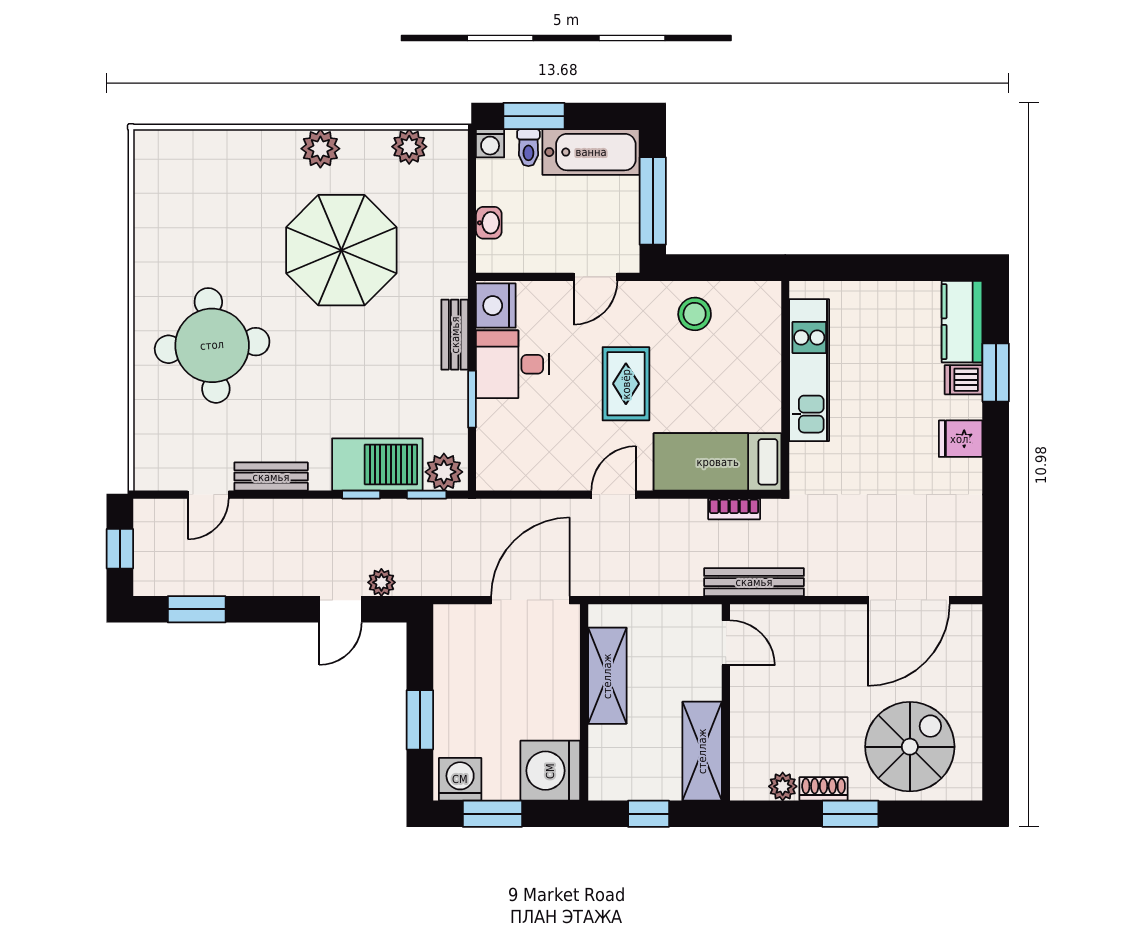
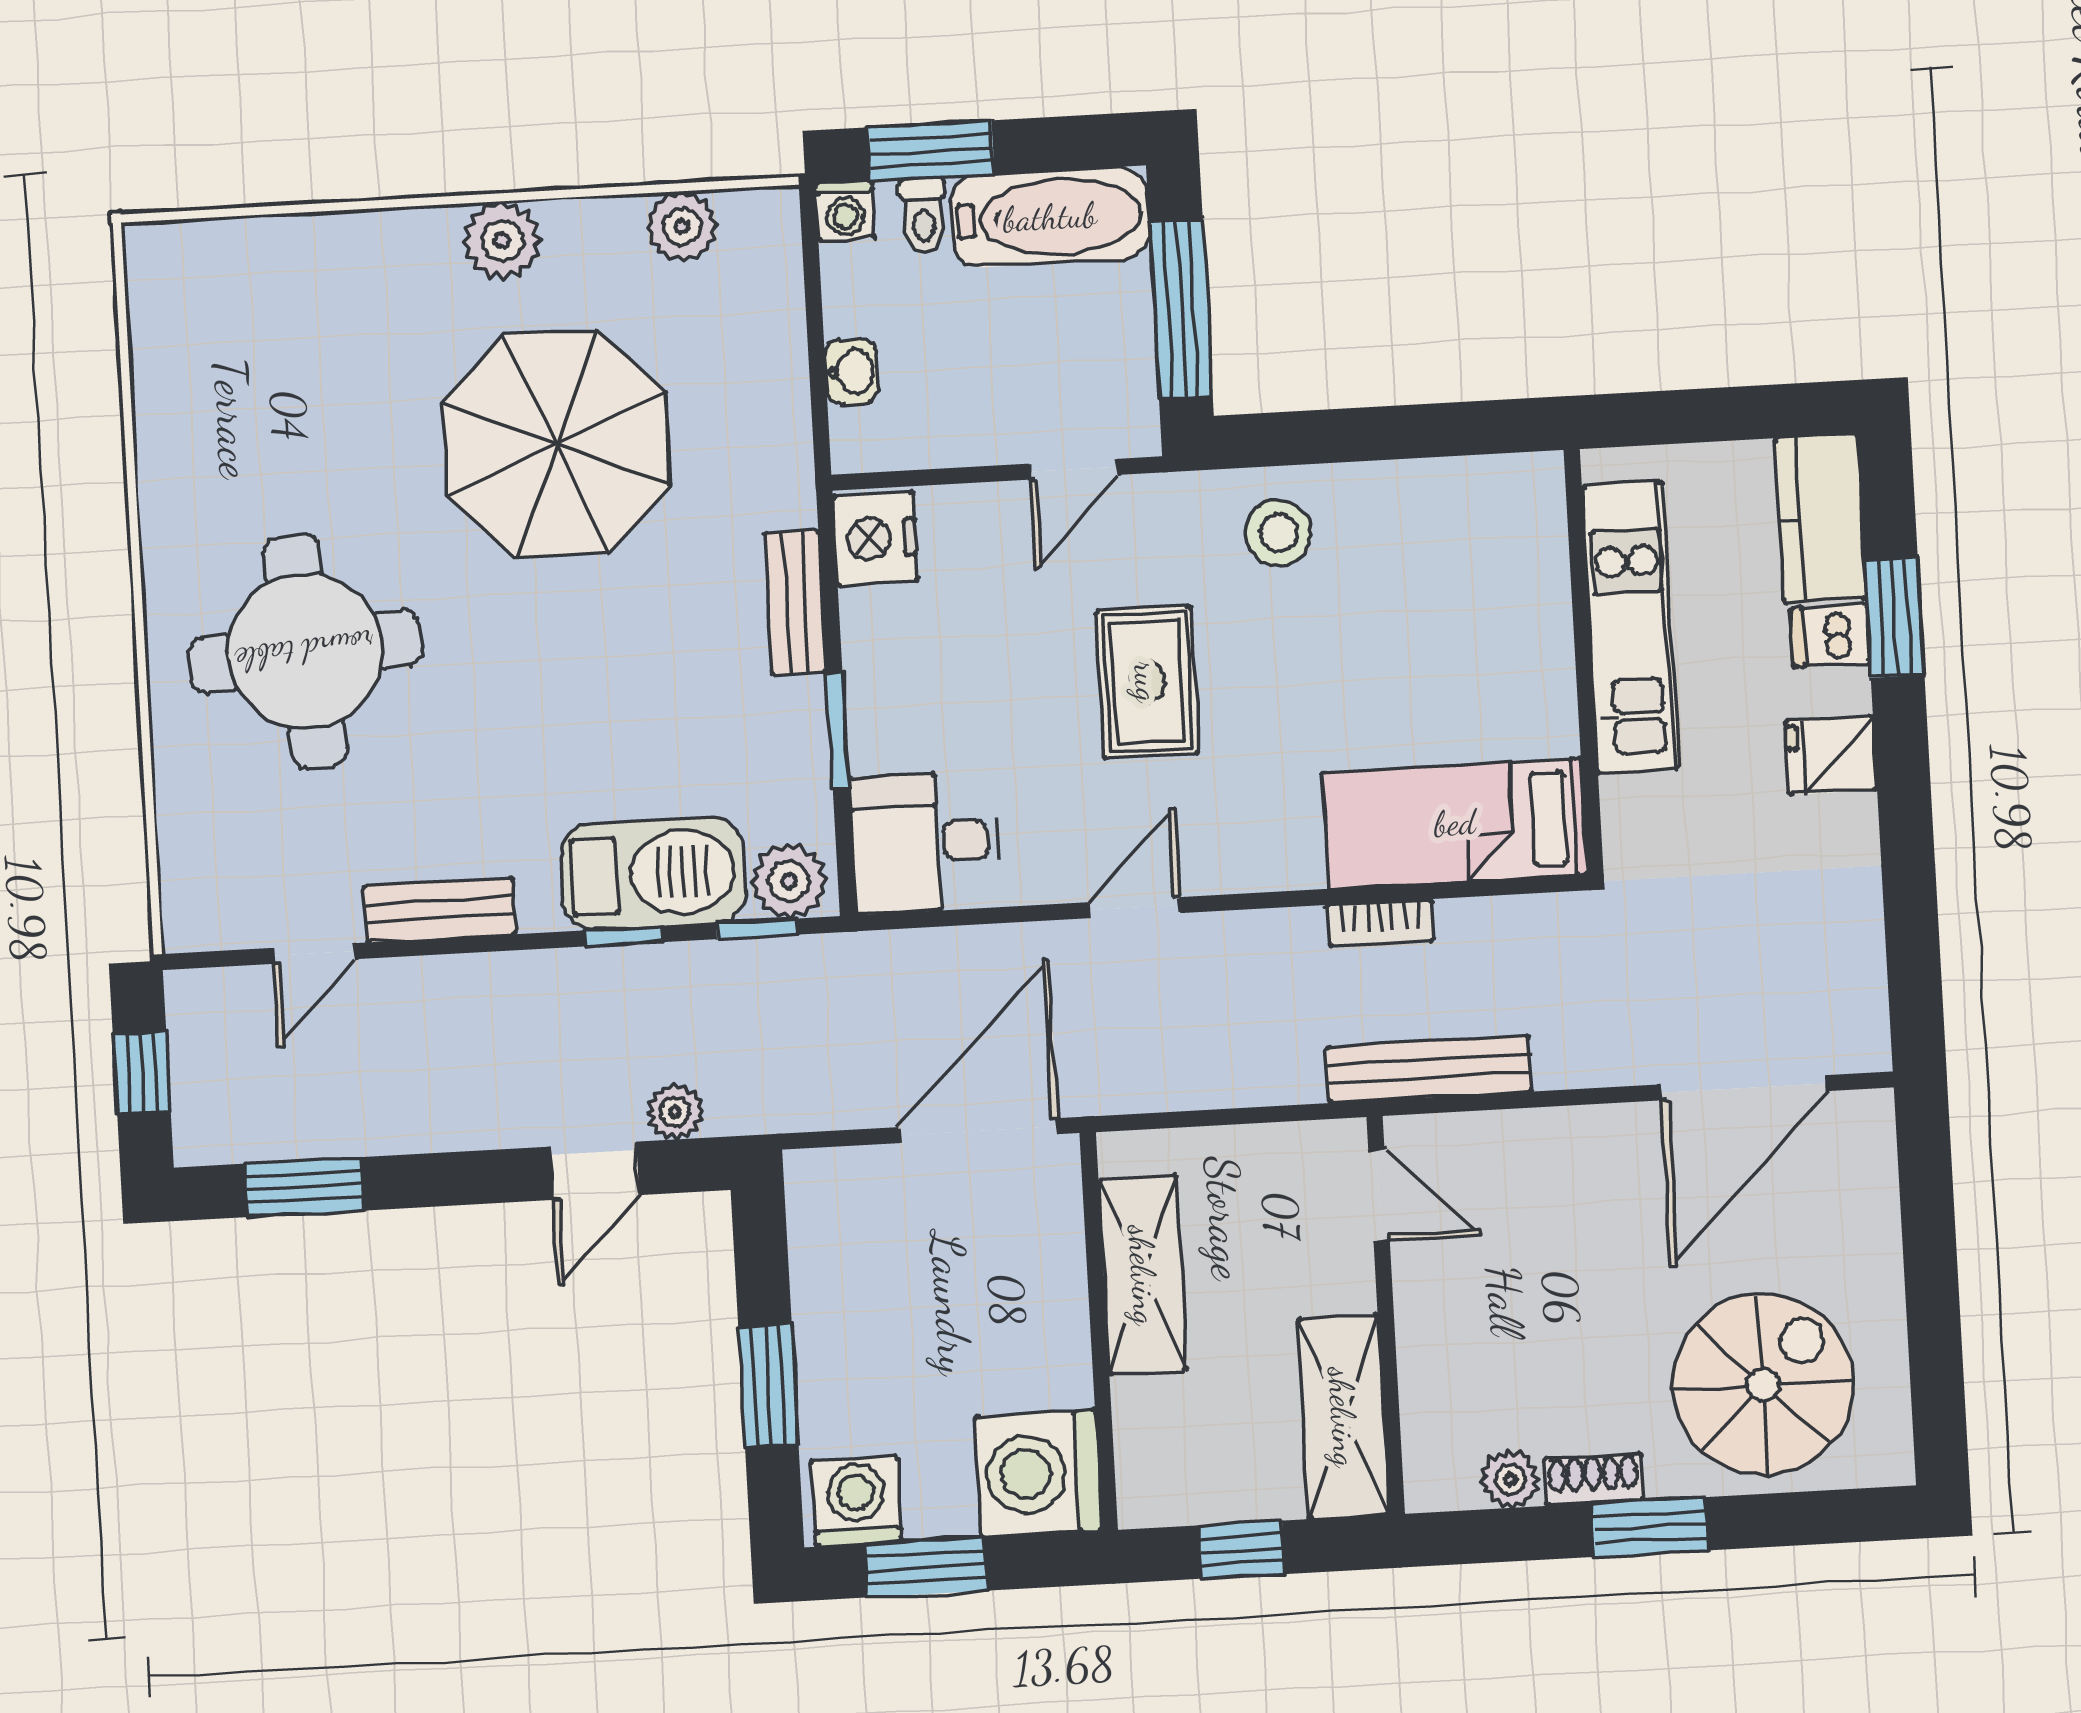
desk: (513, 364) -> (926, 843), moved
kitchen unit: (809, 370) -> (1630, 627), moved
wall: (785, 386) -> (1583, 662), moved
bed: (718, 462) -> (1455, 823), moved

